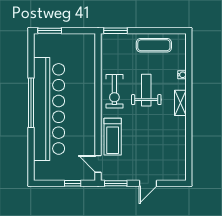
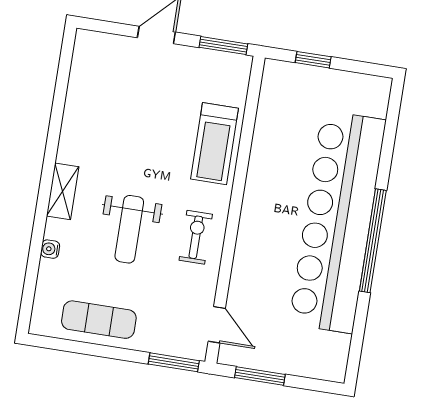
window: (50, 31) -> (260, 376), moved
exercise bike: (114, 91) -> (196, 237), width x0.73, depth x0.72
treadmill: (113, 137) -> (215, 144), turned 180
door: (98, 164) -> (217, 325), moved

